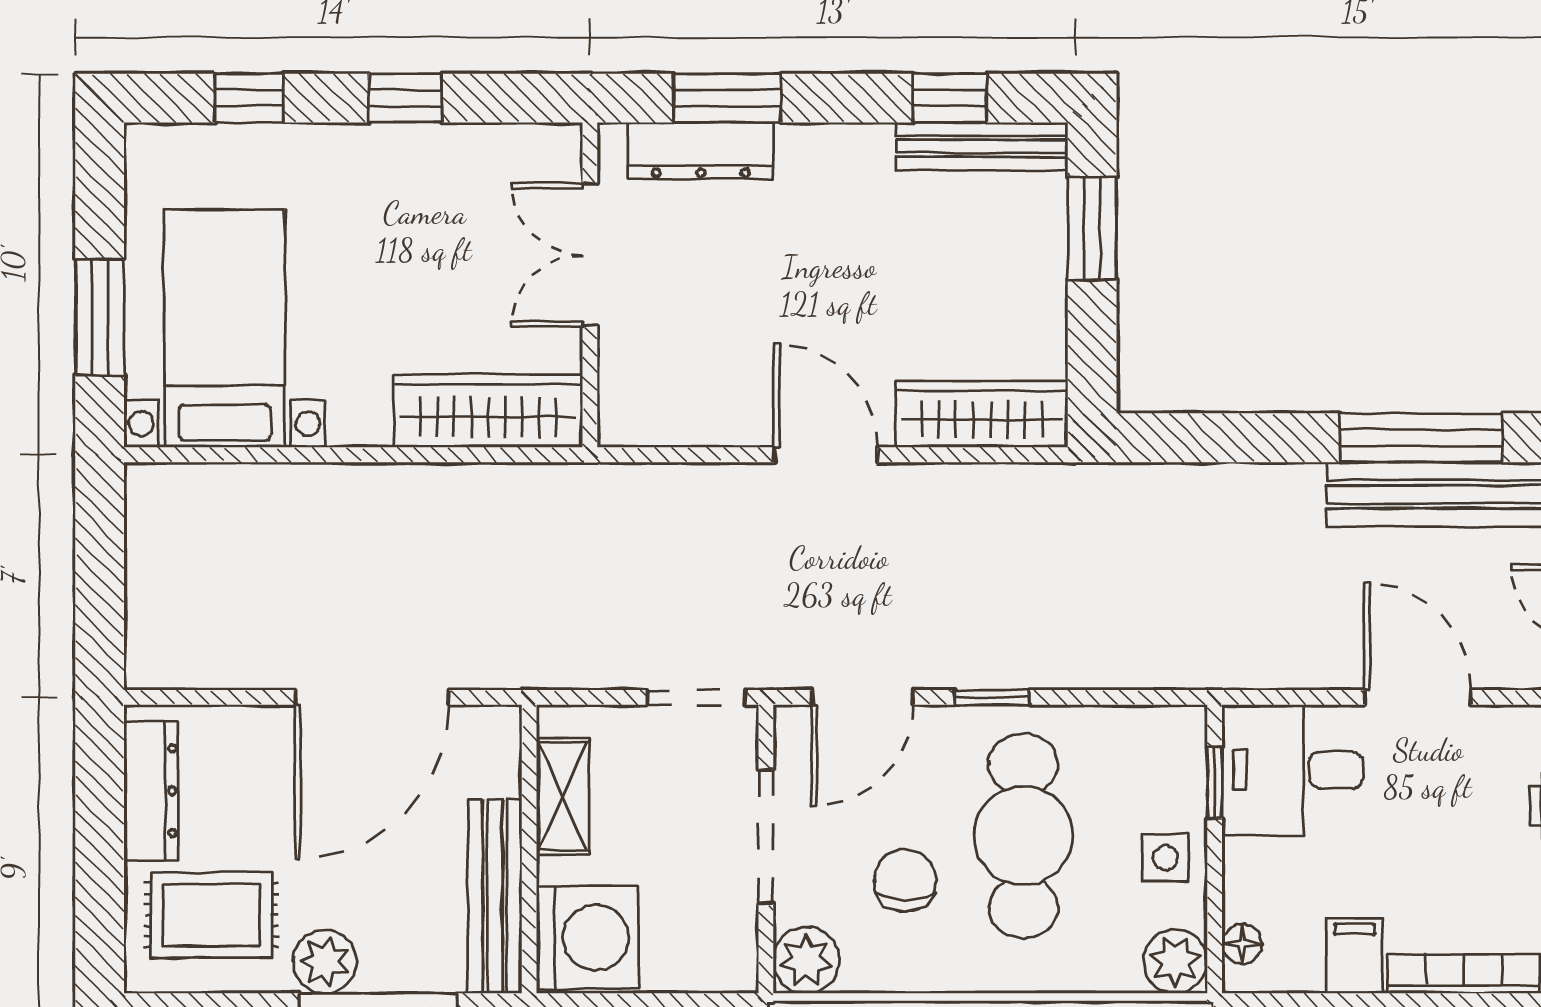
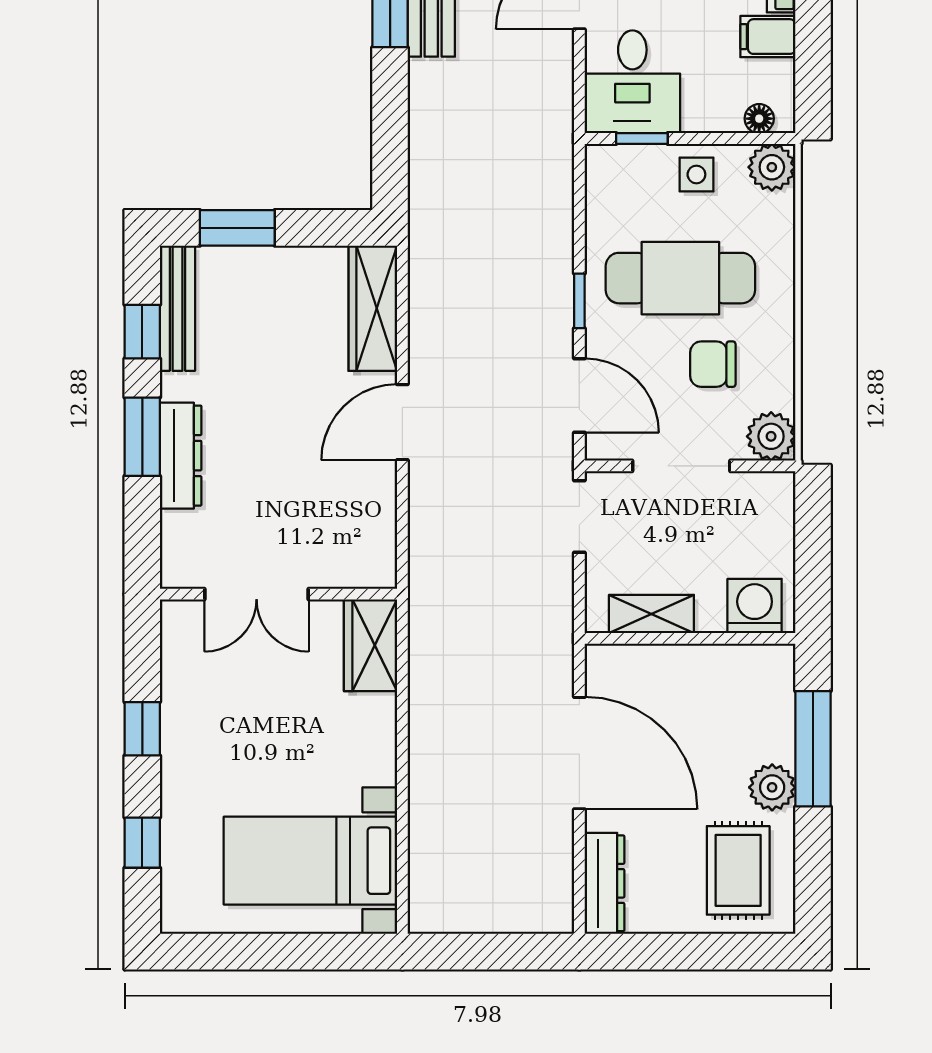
window: (727, 98) -> (142, 437), moved
dresser: (701, 151) -> (181, 456), moved
window: (100, 317) -> (302, 952), removed
wardrobe: (488, 411) -> (371, 645), width x0.67
dresser: (151, 791) -> (604, 883), moved, turned 90
bench: (495, 896) -> (724, 664), removed
washing machine: (588, 938) -> (755, 606), width x0.73, depth x0.73

